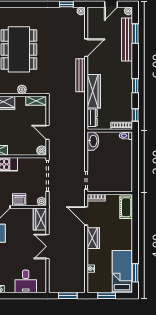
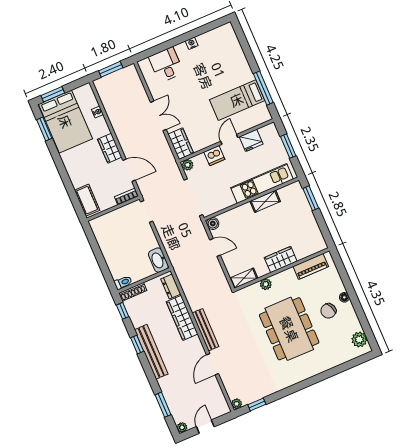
bench: (127, 39) -> (151, 352), moved
bed: (122, 272) -> (65, 122), width x1.50
window: (107, 296) -> (53, 94), moved

